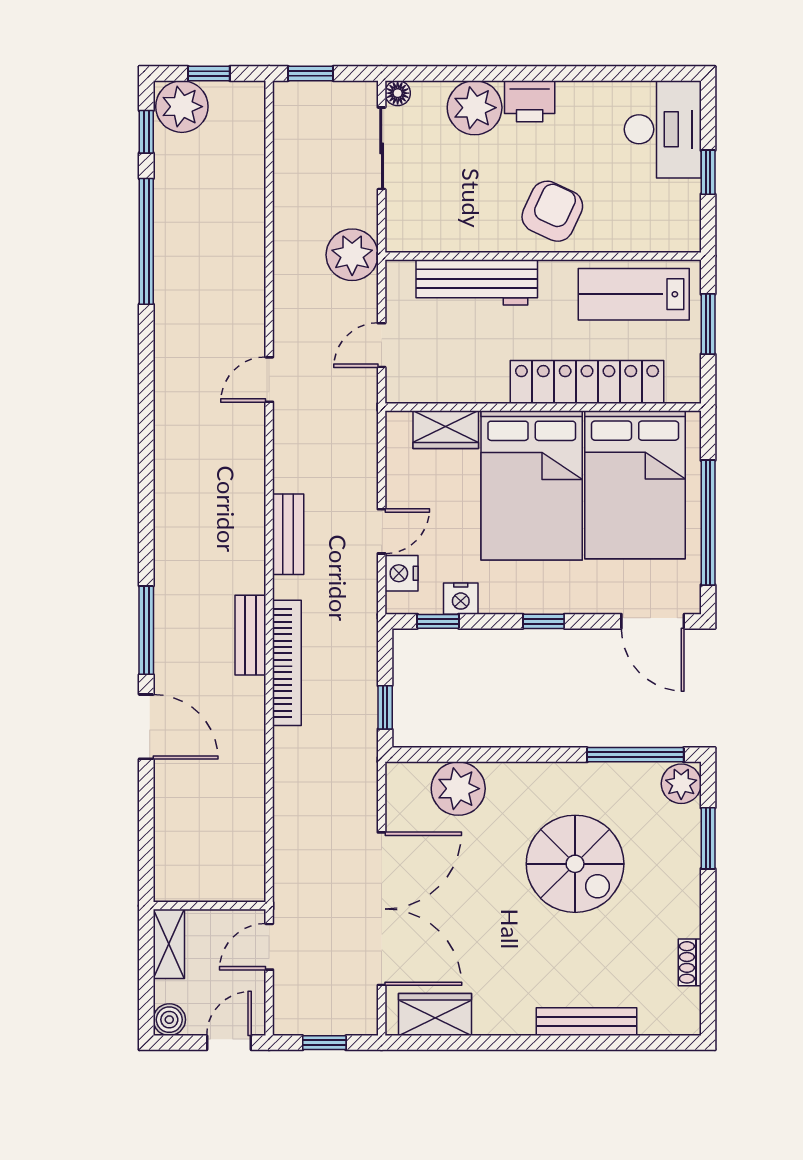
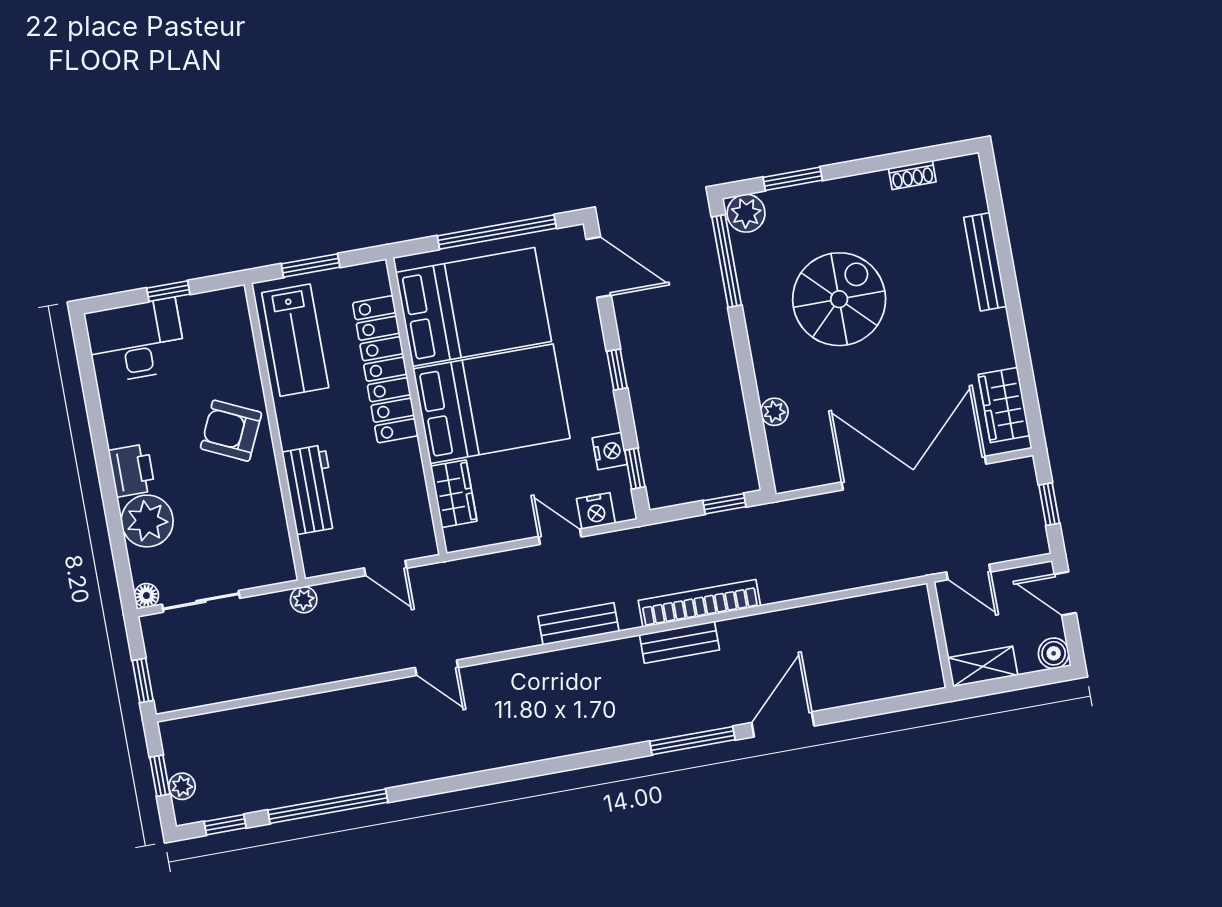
plant: (182, 107) -> (182, 786), width x0.53, depth x0.53
plant: (352, 255) -> (304, 600), width x0.53, depth x0.53
workbench: (477, 282) -> (311, 490), width x0.73
door: (653, 621) -> (599, 267), hinge flipped
plant: (458, 789) -> (774, 412), width x0.53, depth x0.53

